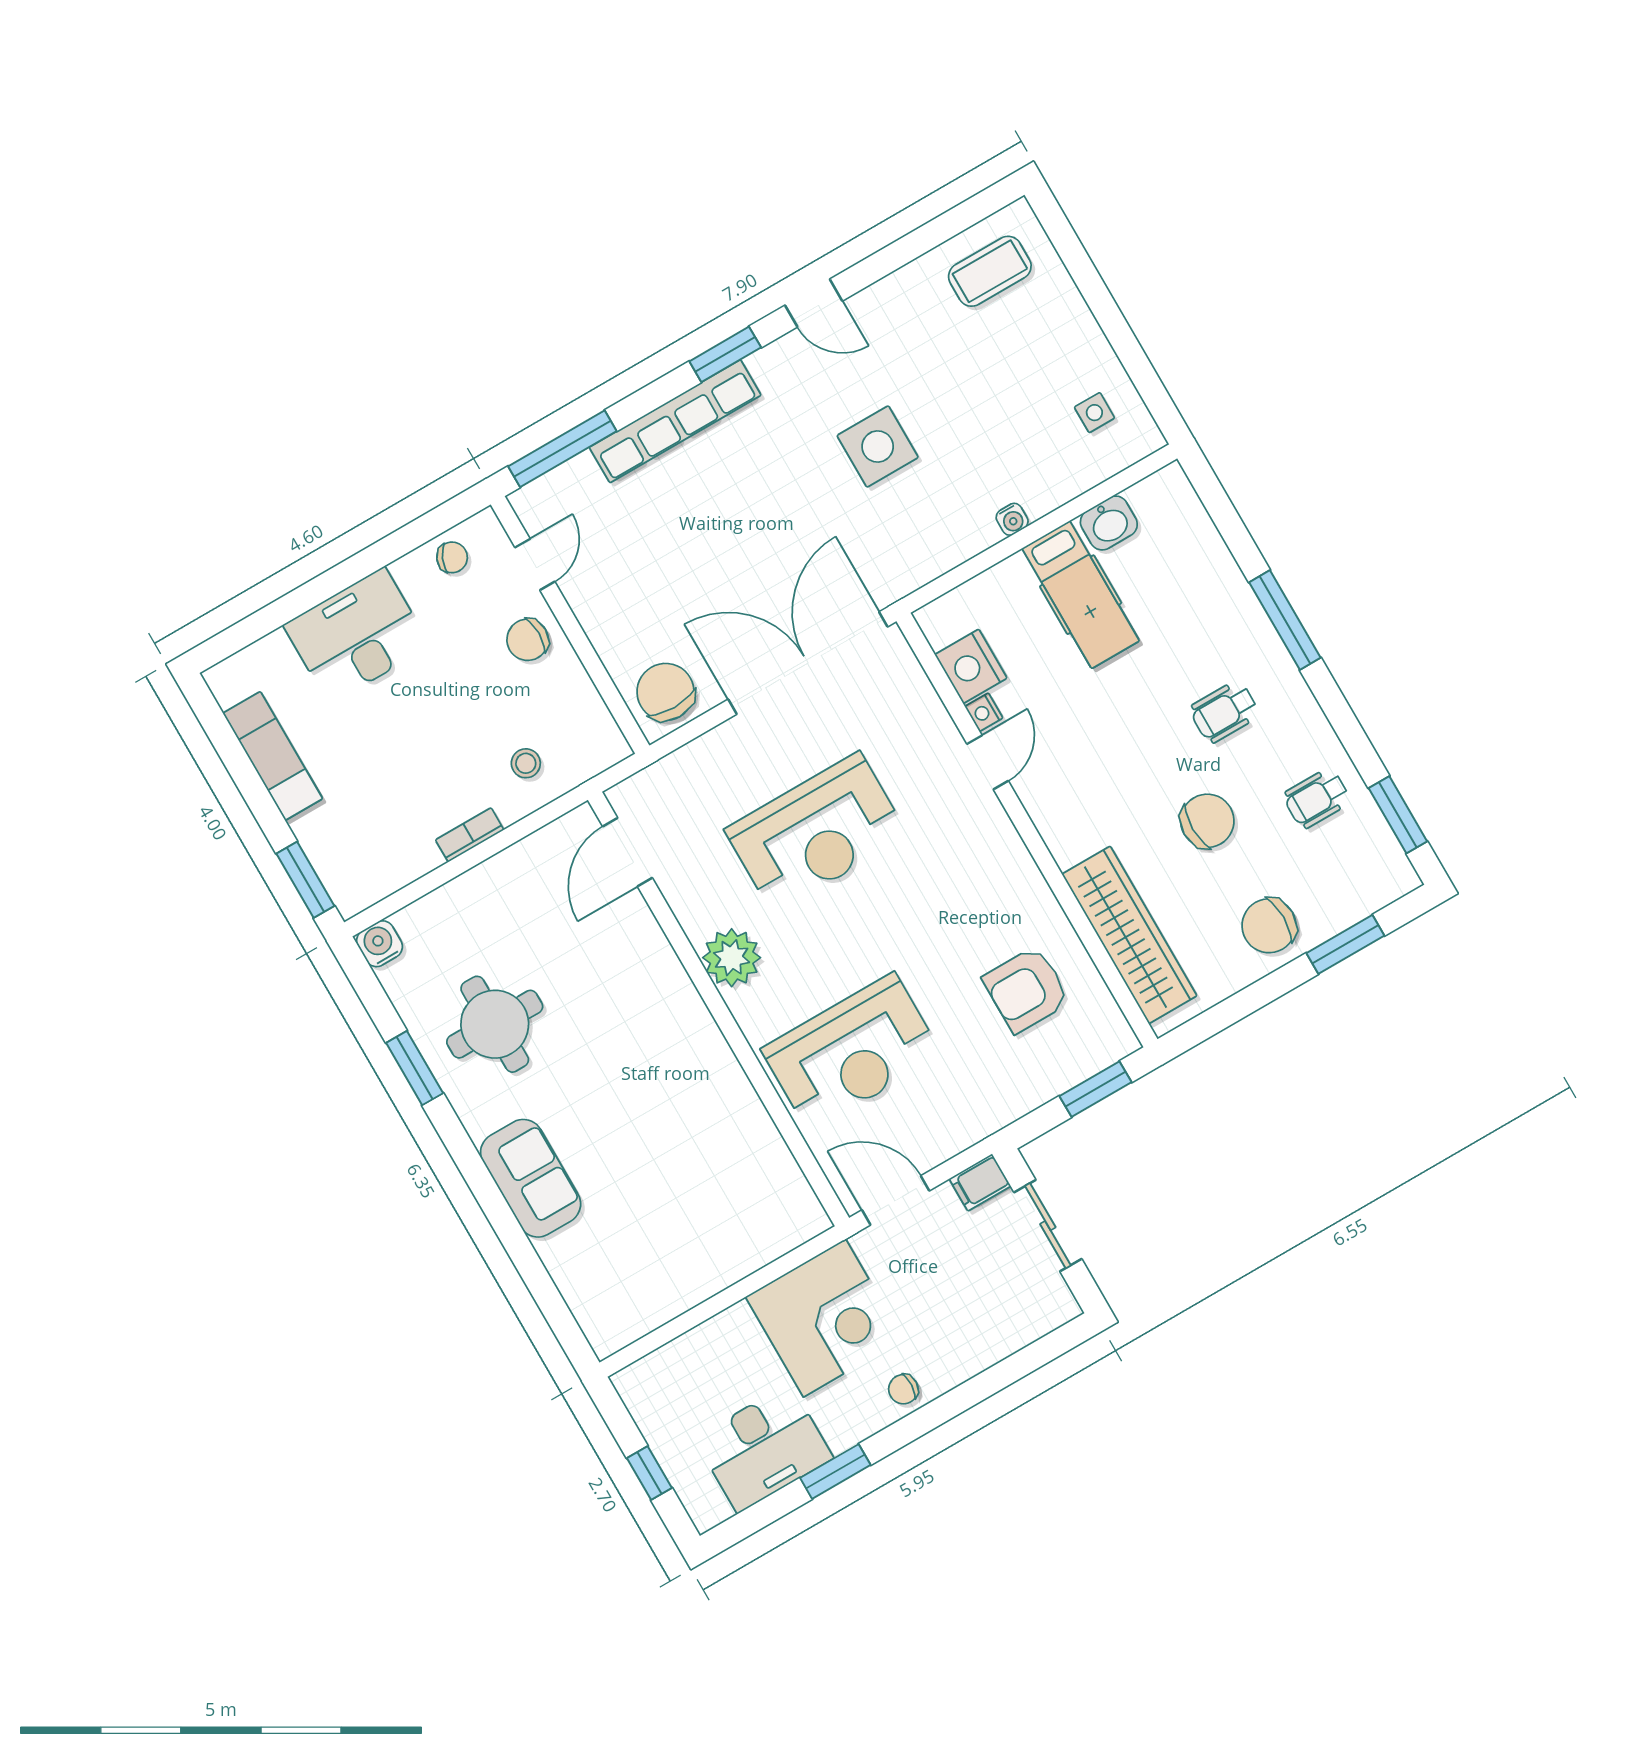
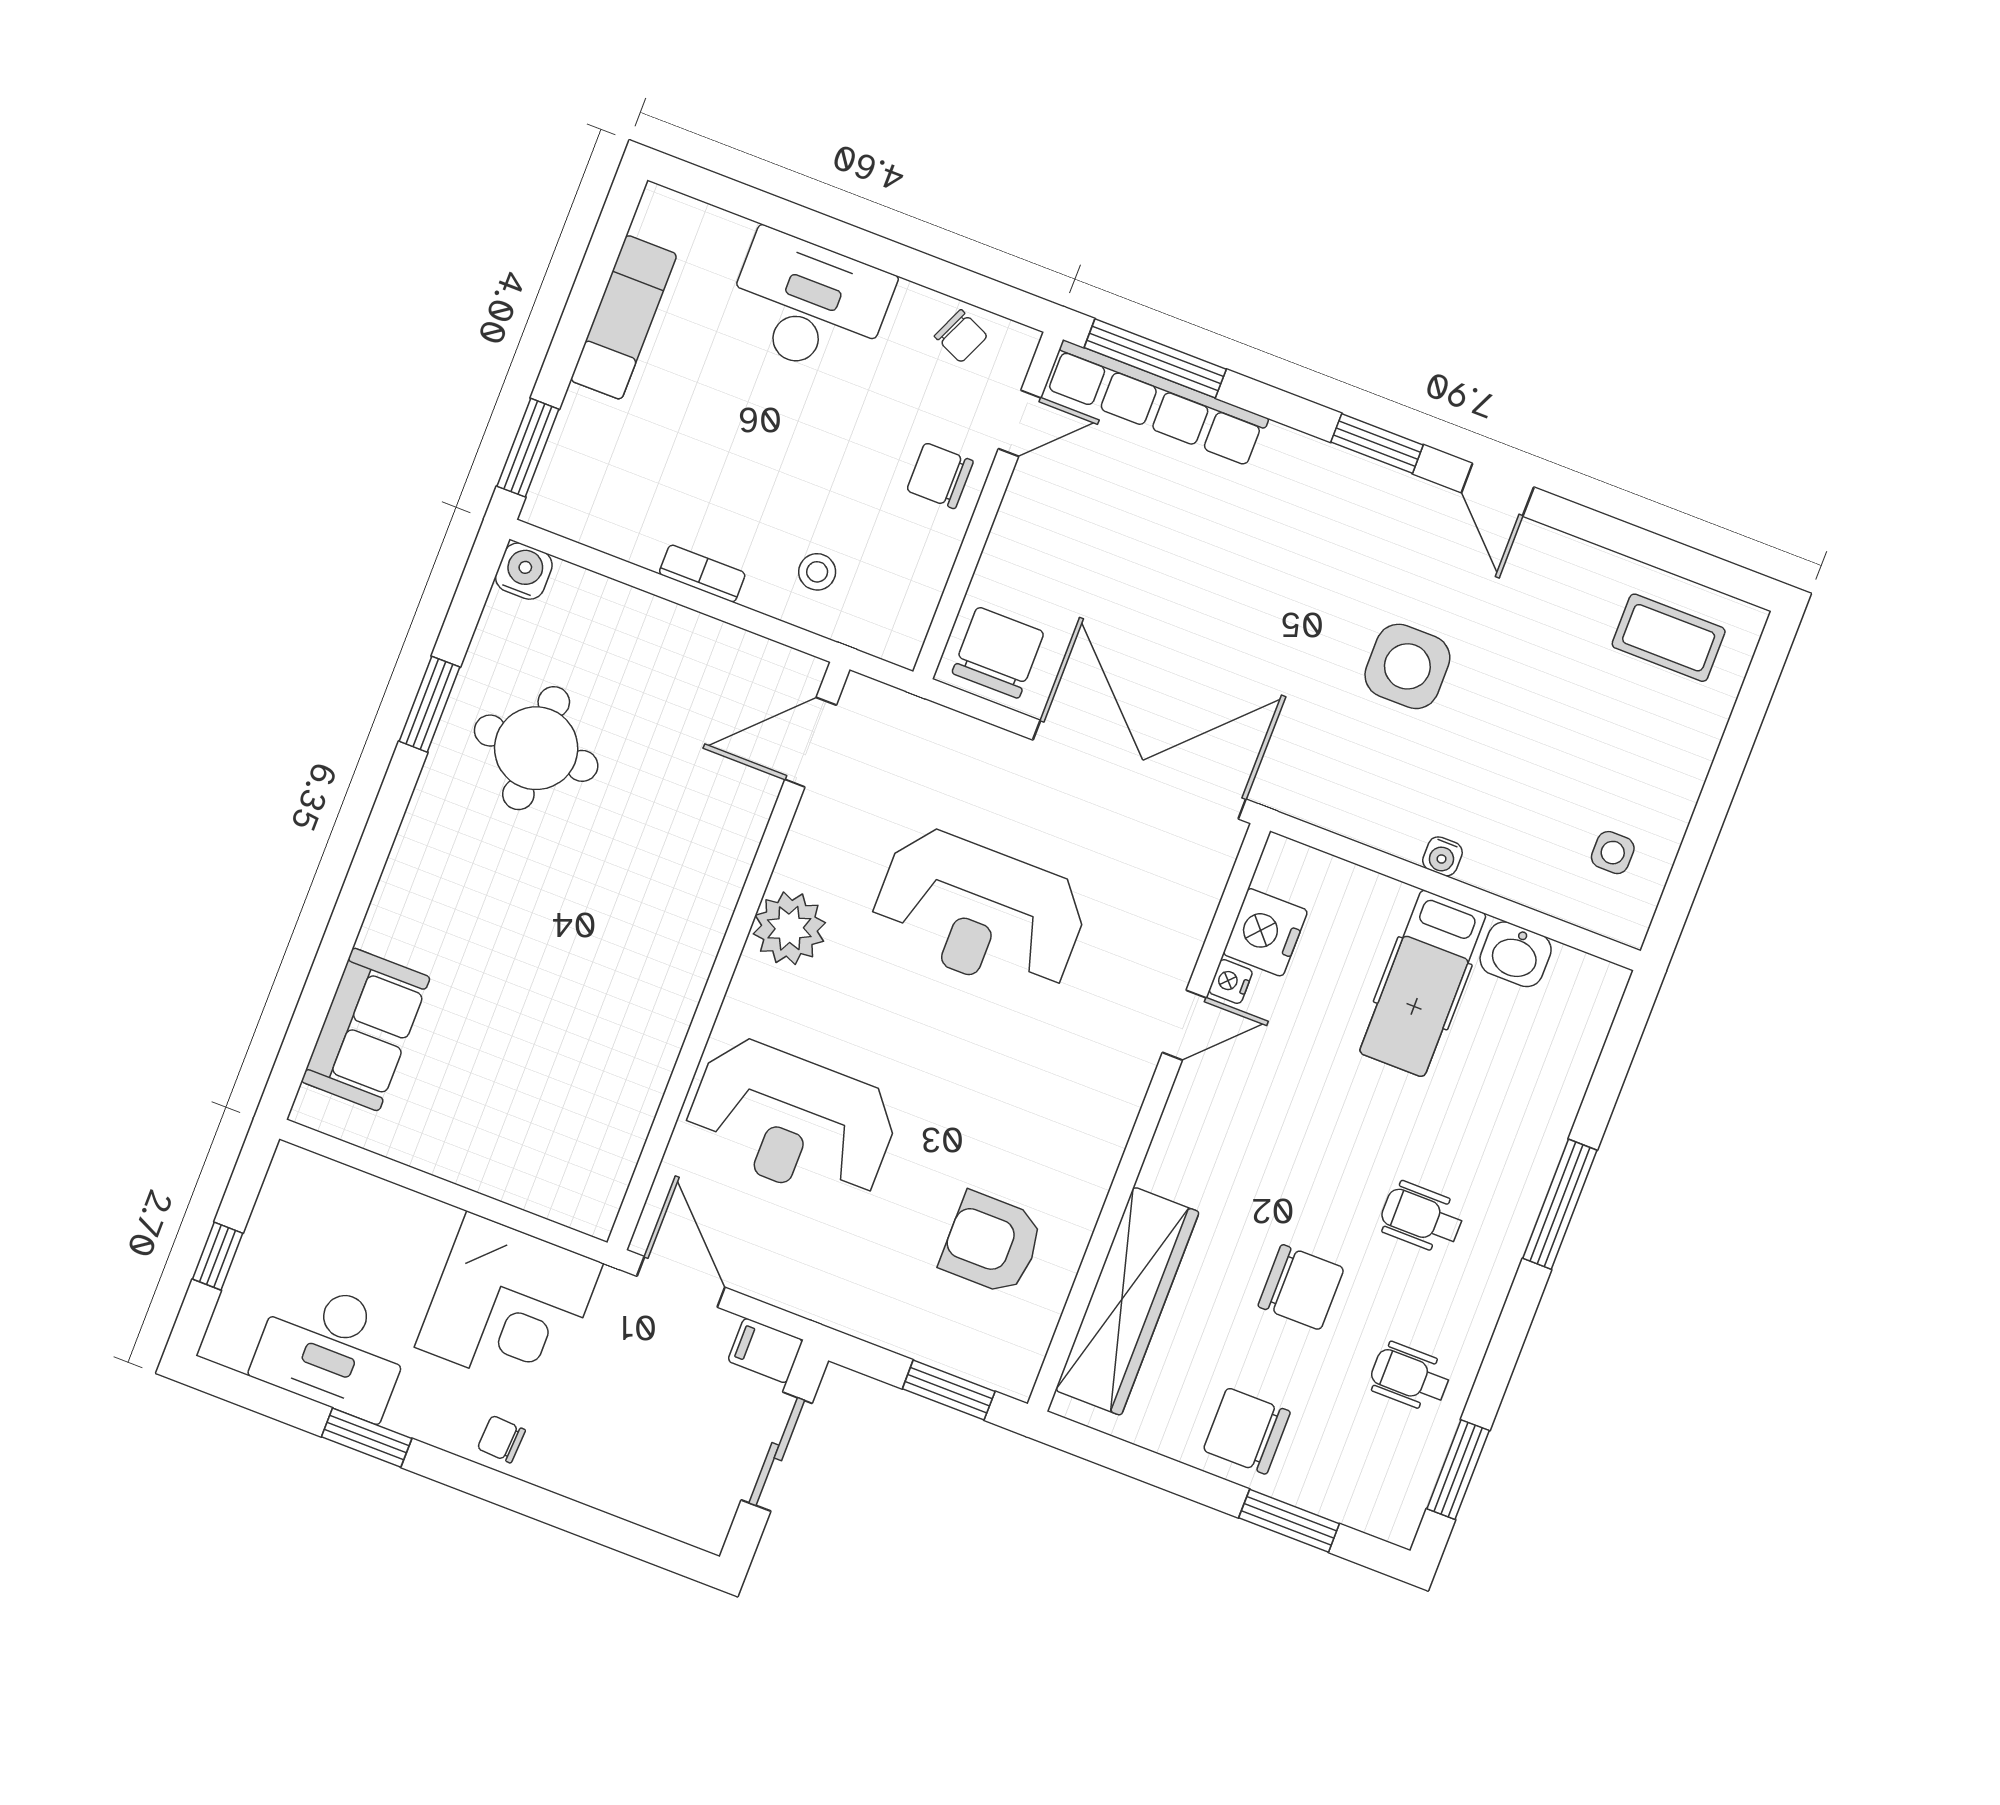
row of seats: (675, 421) -> (1157, 403), moved
sofa: (531, 1178) -> (366, 1029), moved

